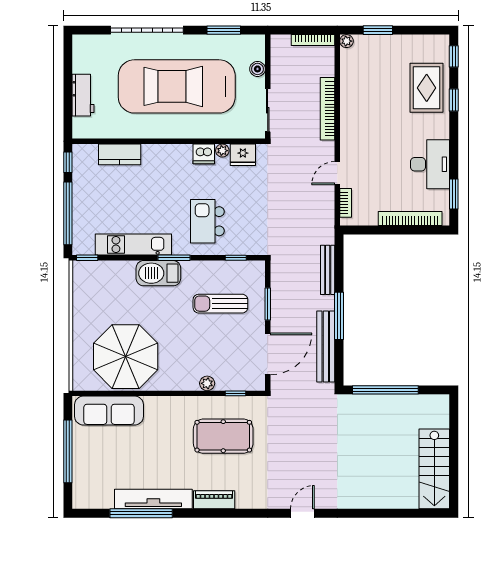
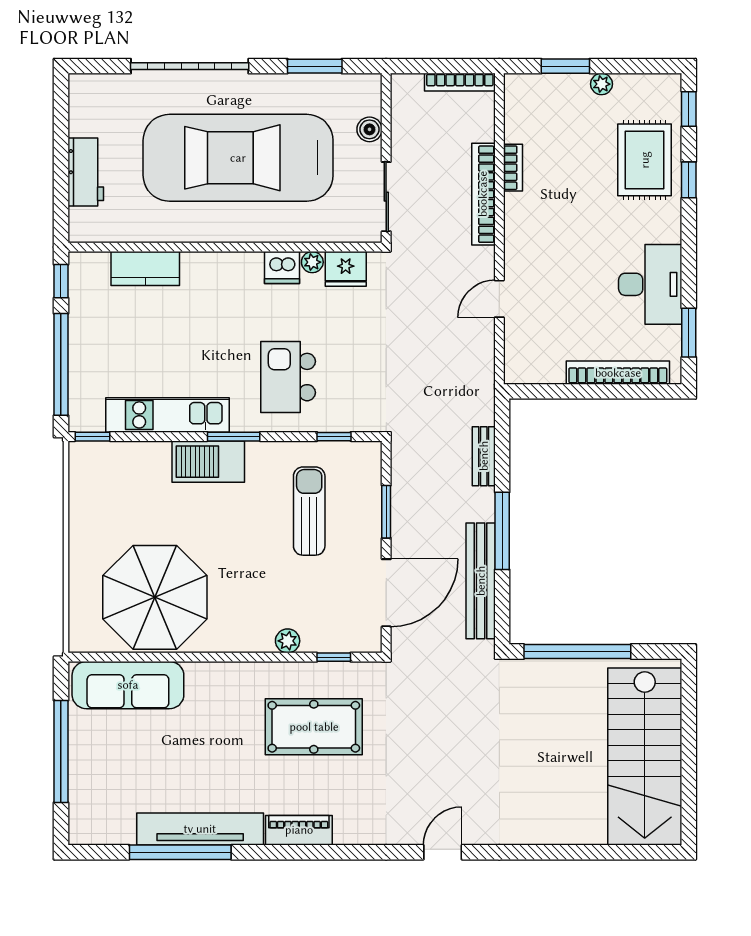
plant: (346, 41) -> (602, 84), moved
bookcase: (346, 203) -> (513, 168), moved
bench: (328, 270) -> (484, 456), width x0.73
sun lounger: (220, 304) -> (309, 511), turned 90
stairs: (434, 469) -> (645, 756), width x1.36, depth x1.51

